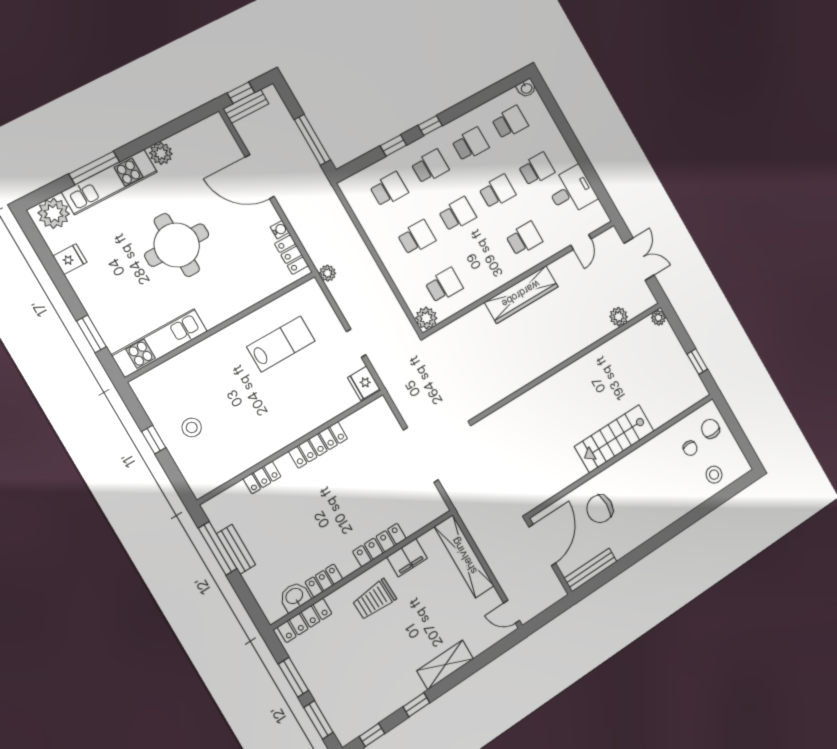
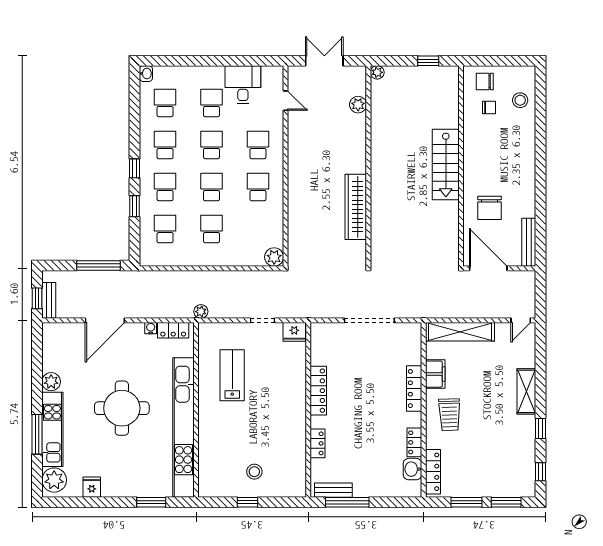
school desk: (444, 285) -> (258, 187), moved
wardrobe: (521, 294) -> (356, 207), moved, turned 180
kitchen unit: (160, 343) -> (184, 428), width x1.86
bench: (236, 549) -> (333, 490), moved

